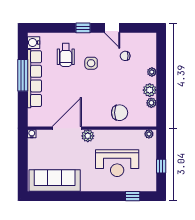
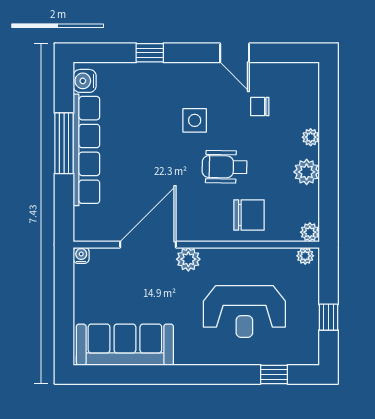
window: (83, 28) -> (150, 53), moved
wheelchair: (66, 55) -> (224, 167), moved, turned 91
plant: (151, 103) -> (310, 232), moved

